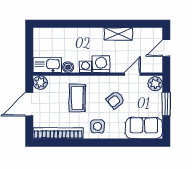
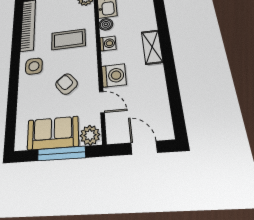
shelving: (118, 34) -> (152, 47), moved
washing machine: (101, 64) -> (114, 75), moved
window: (166, 104) -> (61, 154), width x1.44
sofa: (144, 128) -> (53, 133), moved, turned -90

